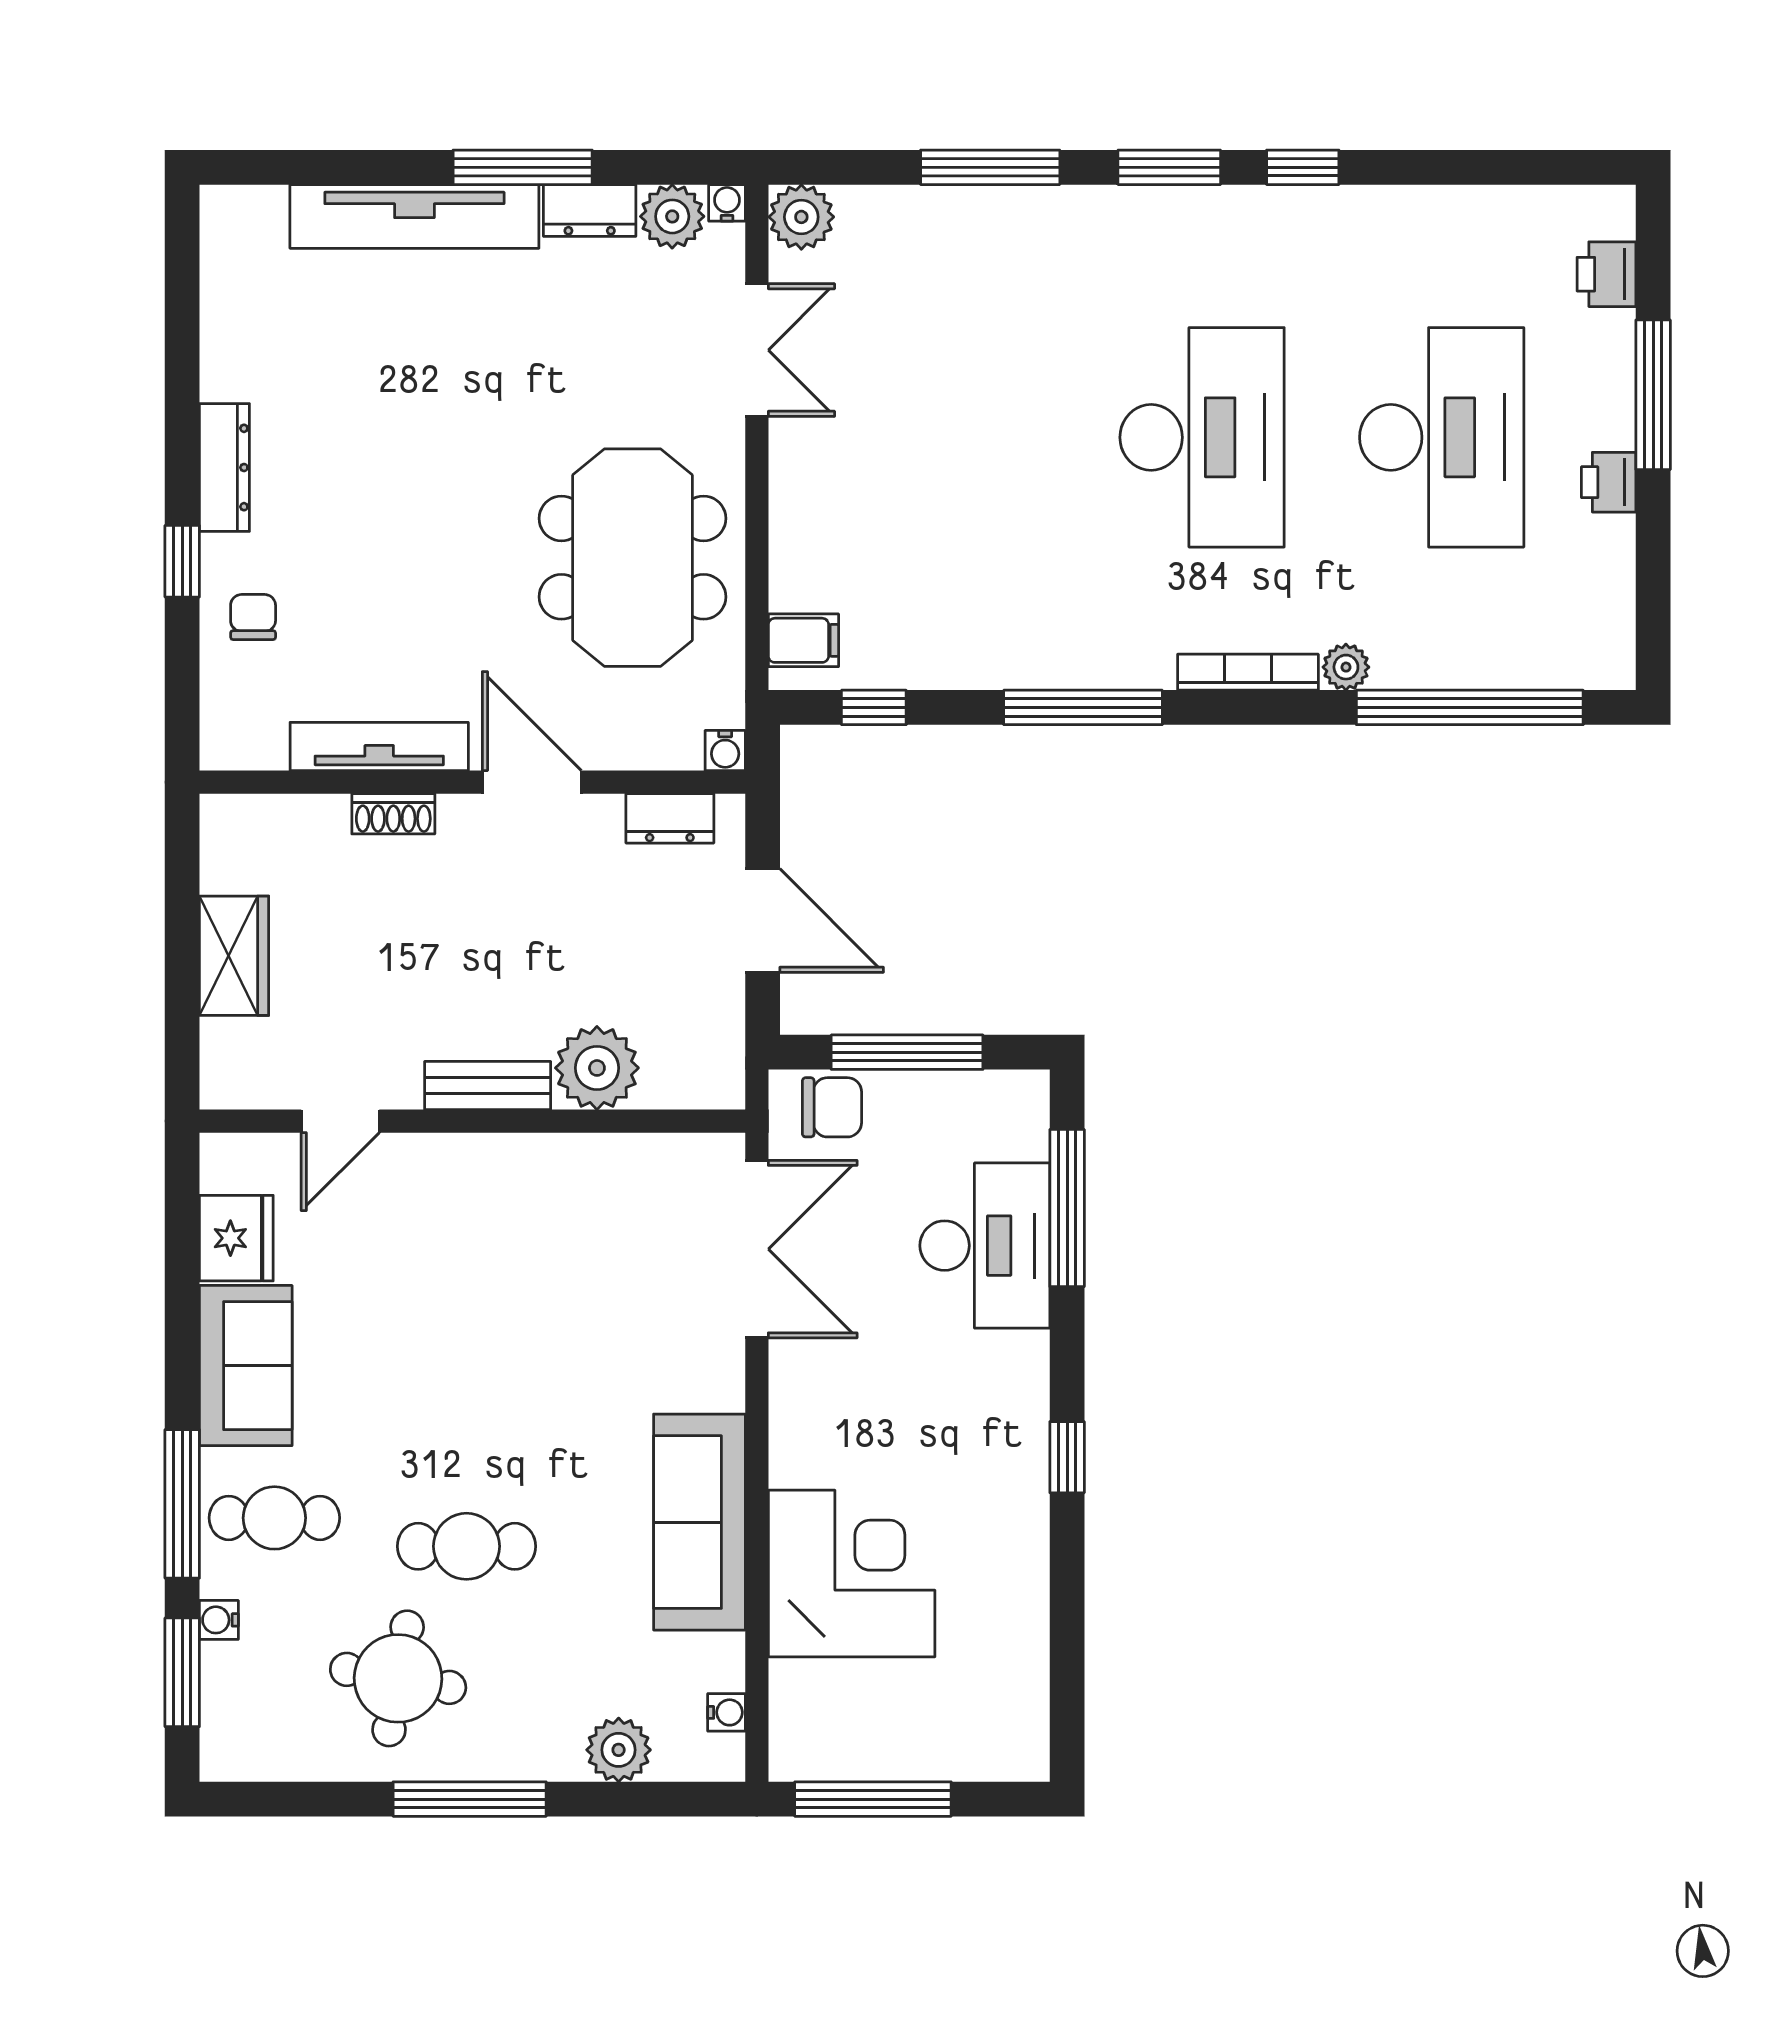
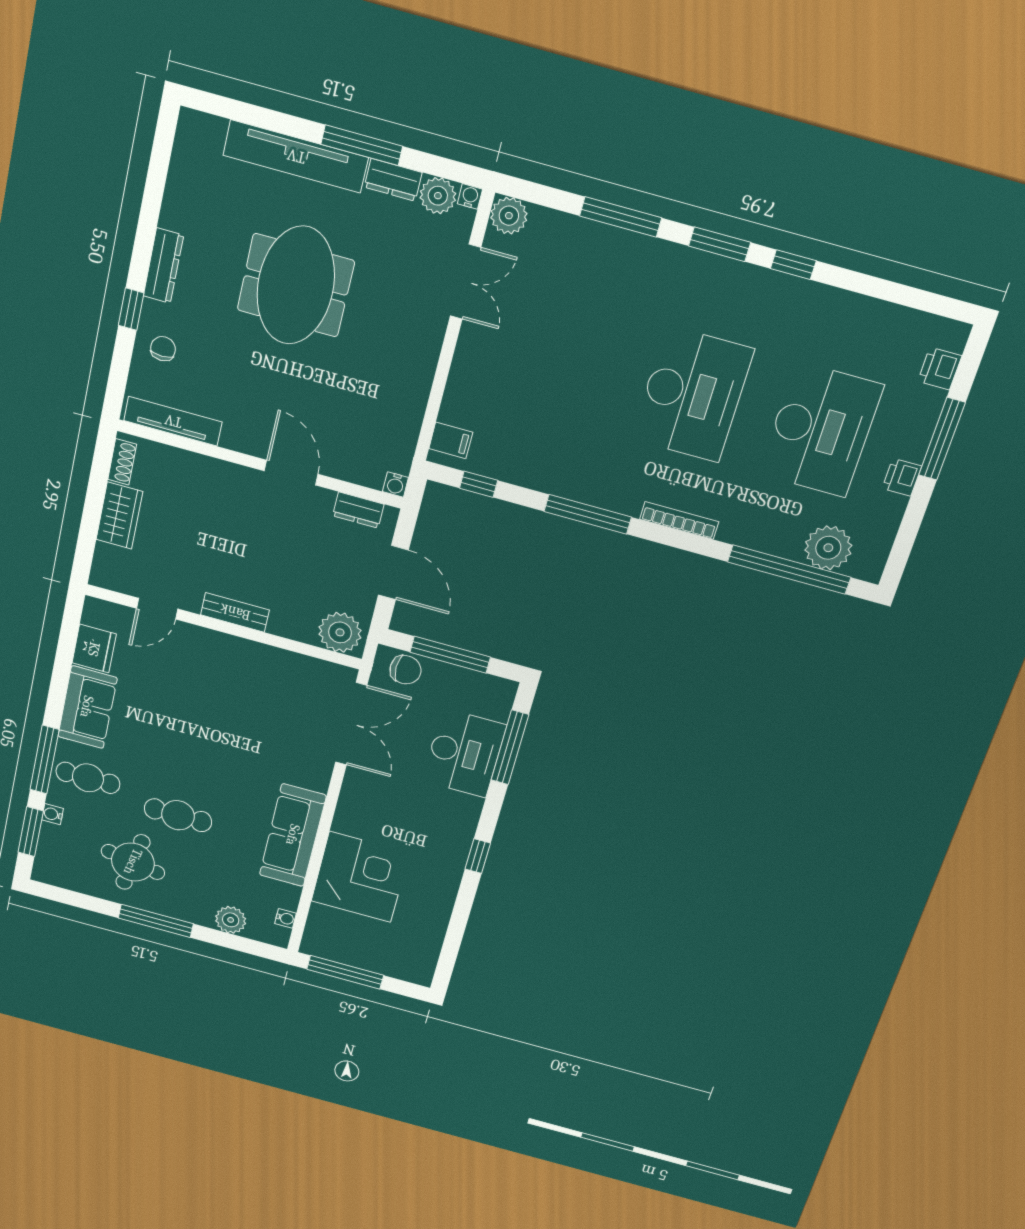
meeting table: (632, 558) -> (296, 285), moved
plant: (1346, 667) -> (828, 548), moved, width x1.88, depth x1.88
tv unit: (379, 746) -> (173, 421), moved
shoe rack: (393, 814) -> (122, 462), moved, turned -90
plant: (597, 1068) -> (340, 632), moved

